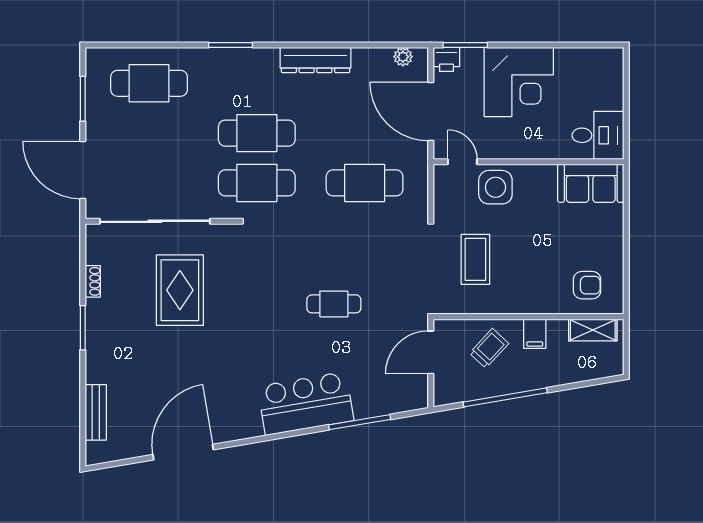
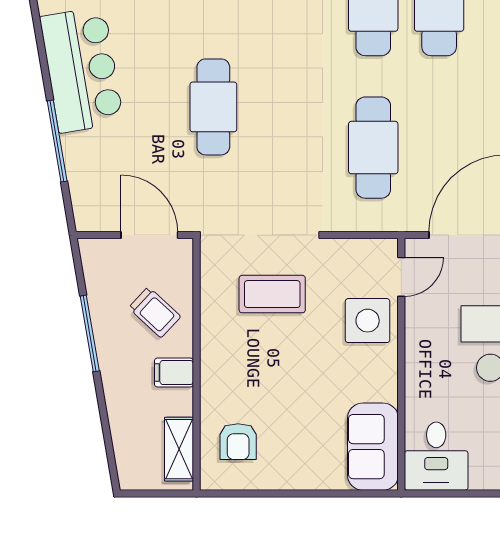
cafe table: (334, 304) -> (213, 107), width x1.37, depth x1.35
window: (505, 397) -> (90, 333), width x0.68

